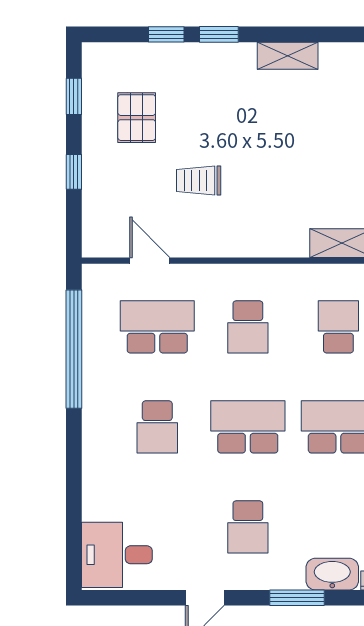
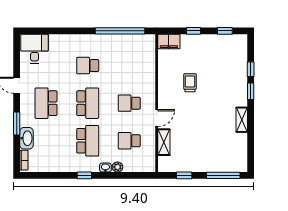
pallet: (137, 118) -> (216, 57), removed
filing cabinet: (99, 231) -> (169, 41), added
door: (150, 261) -> (157, 118), moved
school desk: (157, 327) -> (129, 66), removed
school desk: (338, 327) -> (129, 141), turned 180
school desk: (248, 527) -> (46, 103), width x1.85

